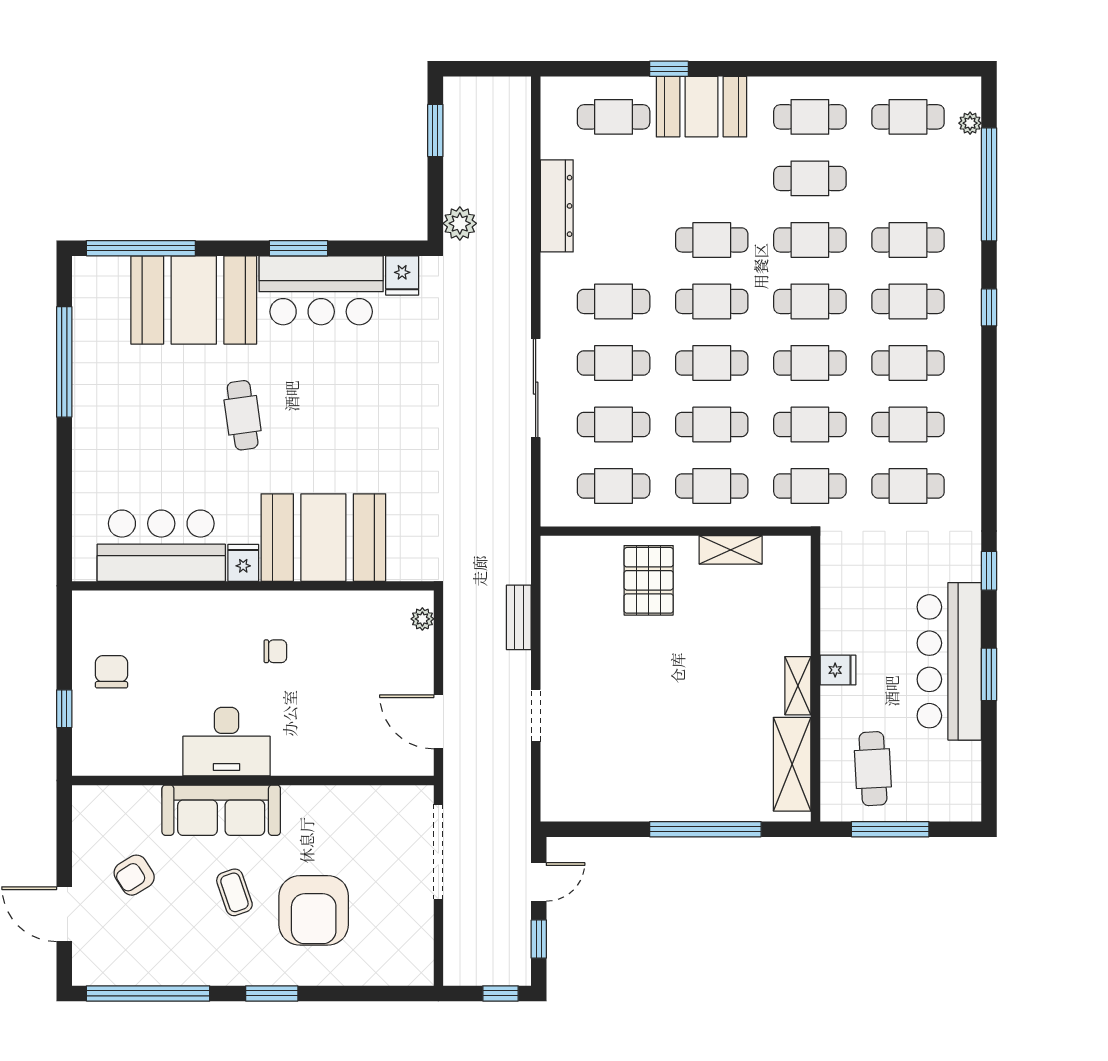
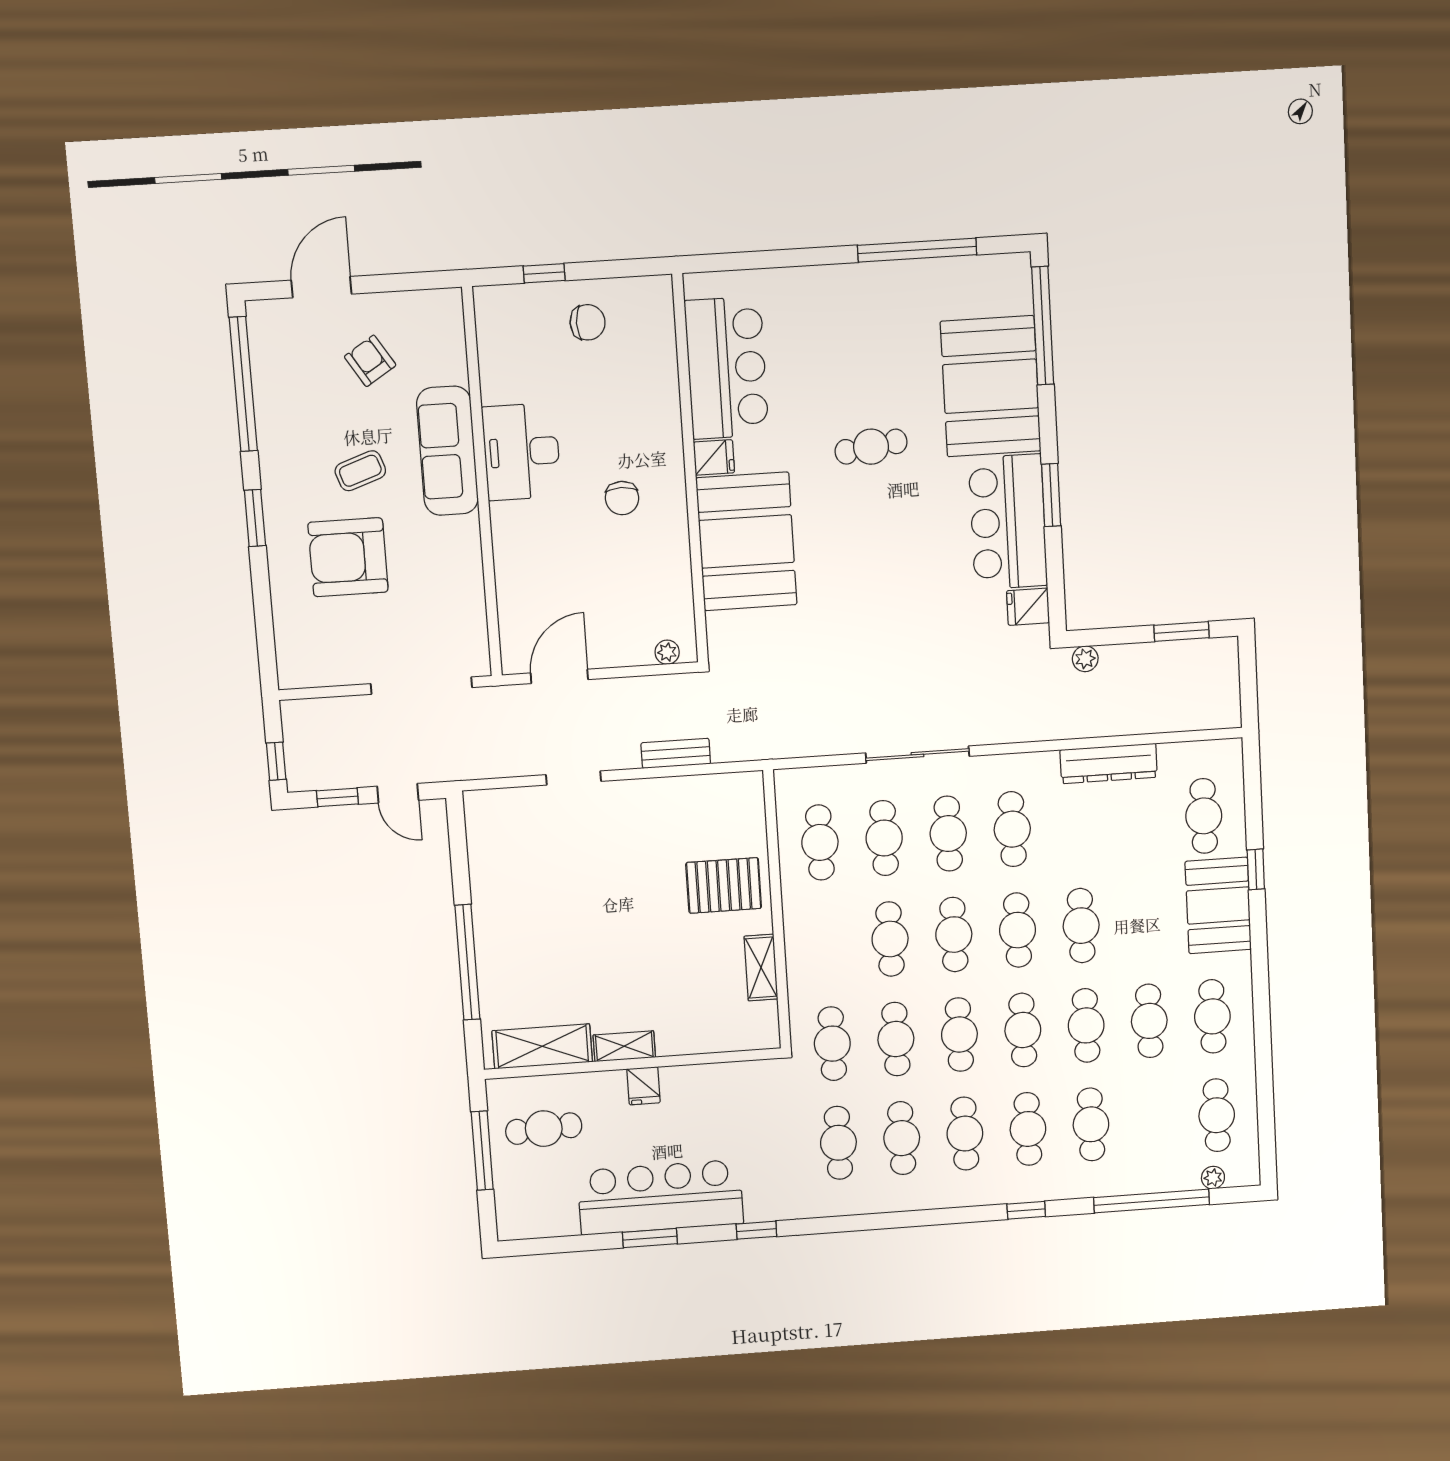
plant: (460, 223) -> (1085, 659), width x0.73, depth x0.73
cafe table: (712, 486) -> (826, 944), removed
chair: (275, 651) -> (622, 498), width x1.37, depth x1.37

